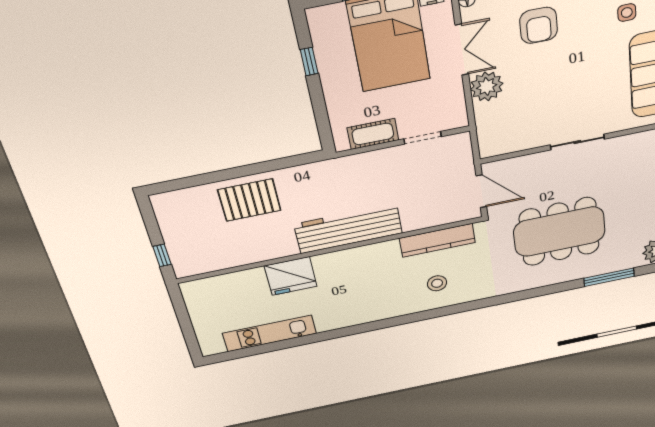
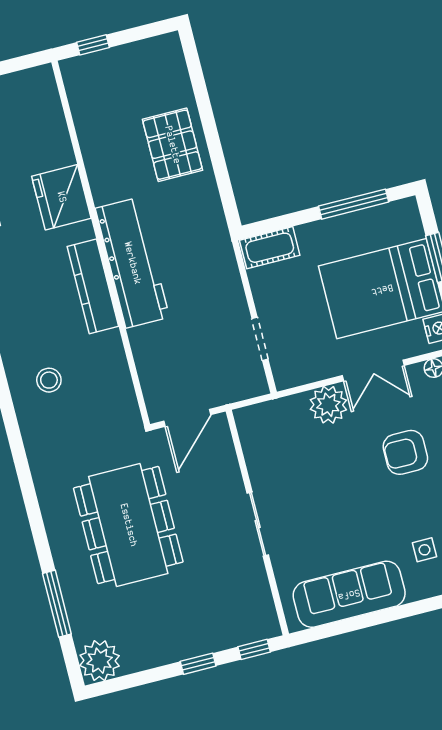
window: (309, 62) -> (354, 204), width x2.17
cot: (373, 134) -> (270, 248), moved, turned 90
kitchen counter: (437, 240) -> (93, 286), moved

